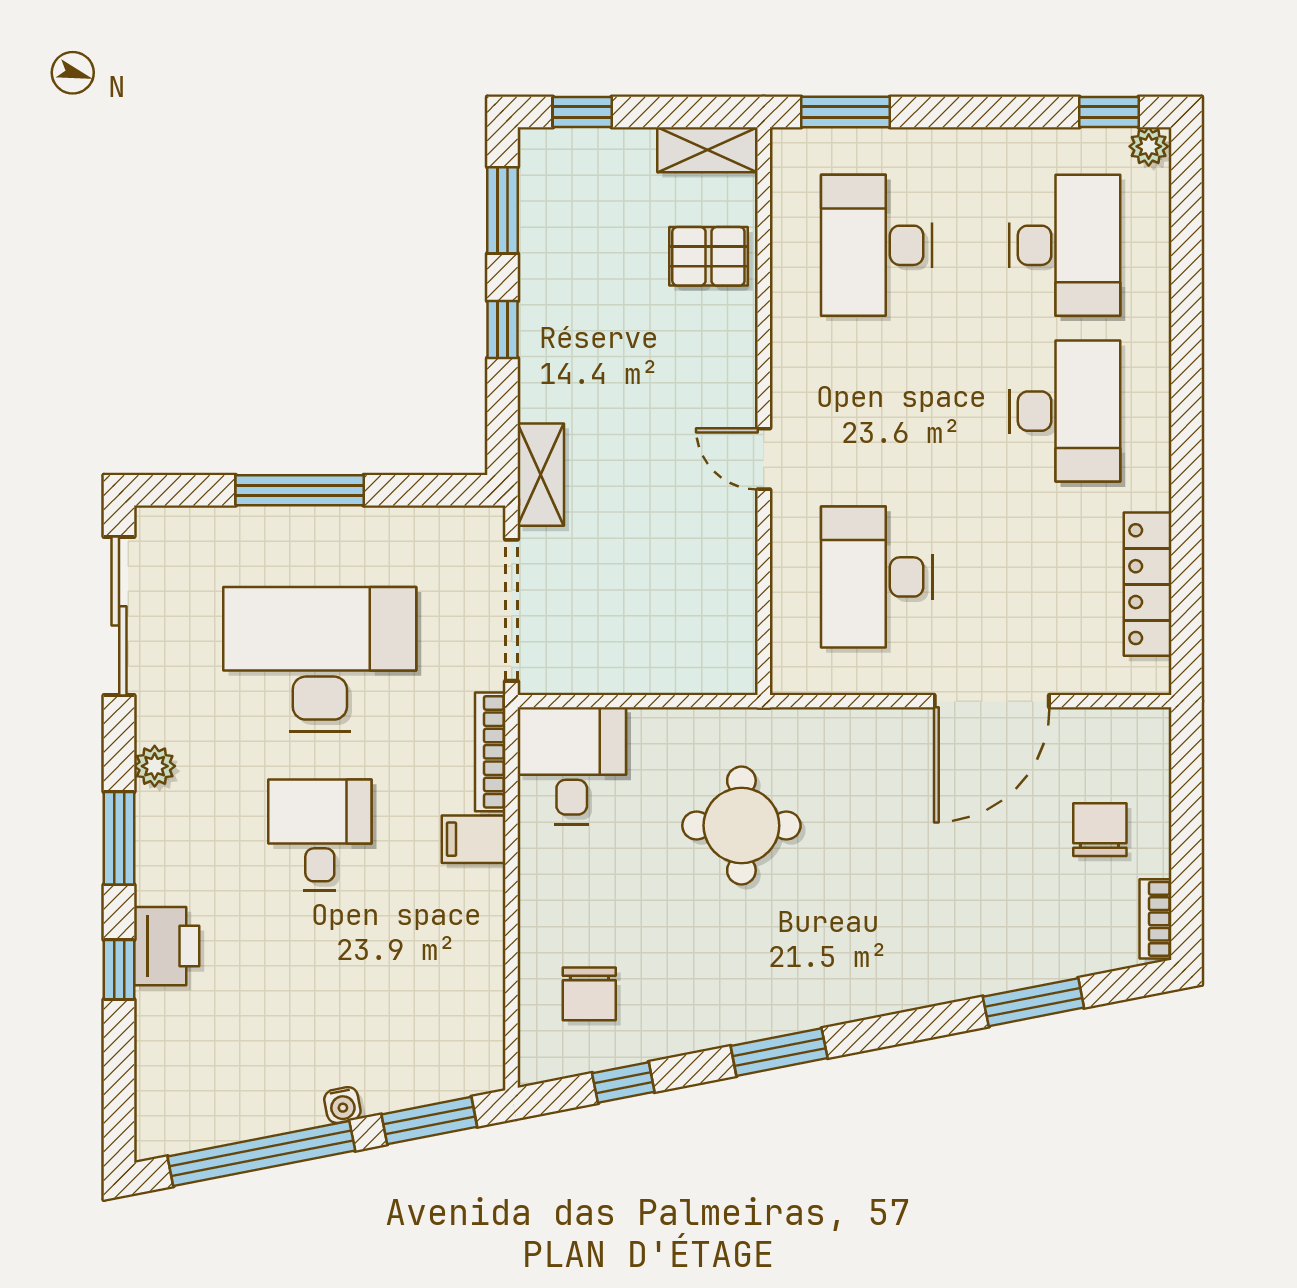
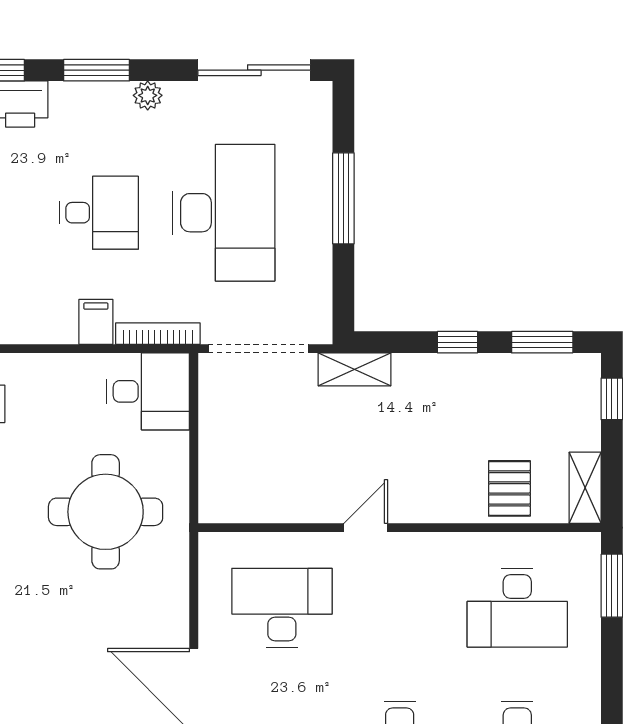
desk: (877, 245) -> (517, 608), turned 180
round table: (741, 826) -> (106, 512), width x1.36, depth x1.36

